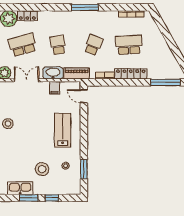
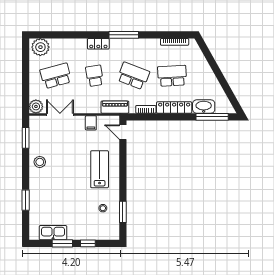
locker: (27, 16) -> (98, 44), moved
school desk: (93, 45) -> (133, 76), width x1.85
washbasin: (53, 73) -> (204, 107), moved
stool: (42, 169) -> (77, 212), removed

